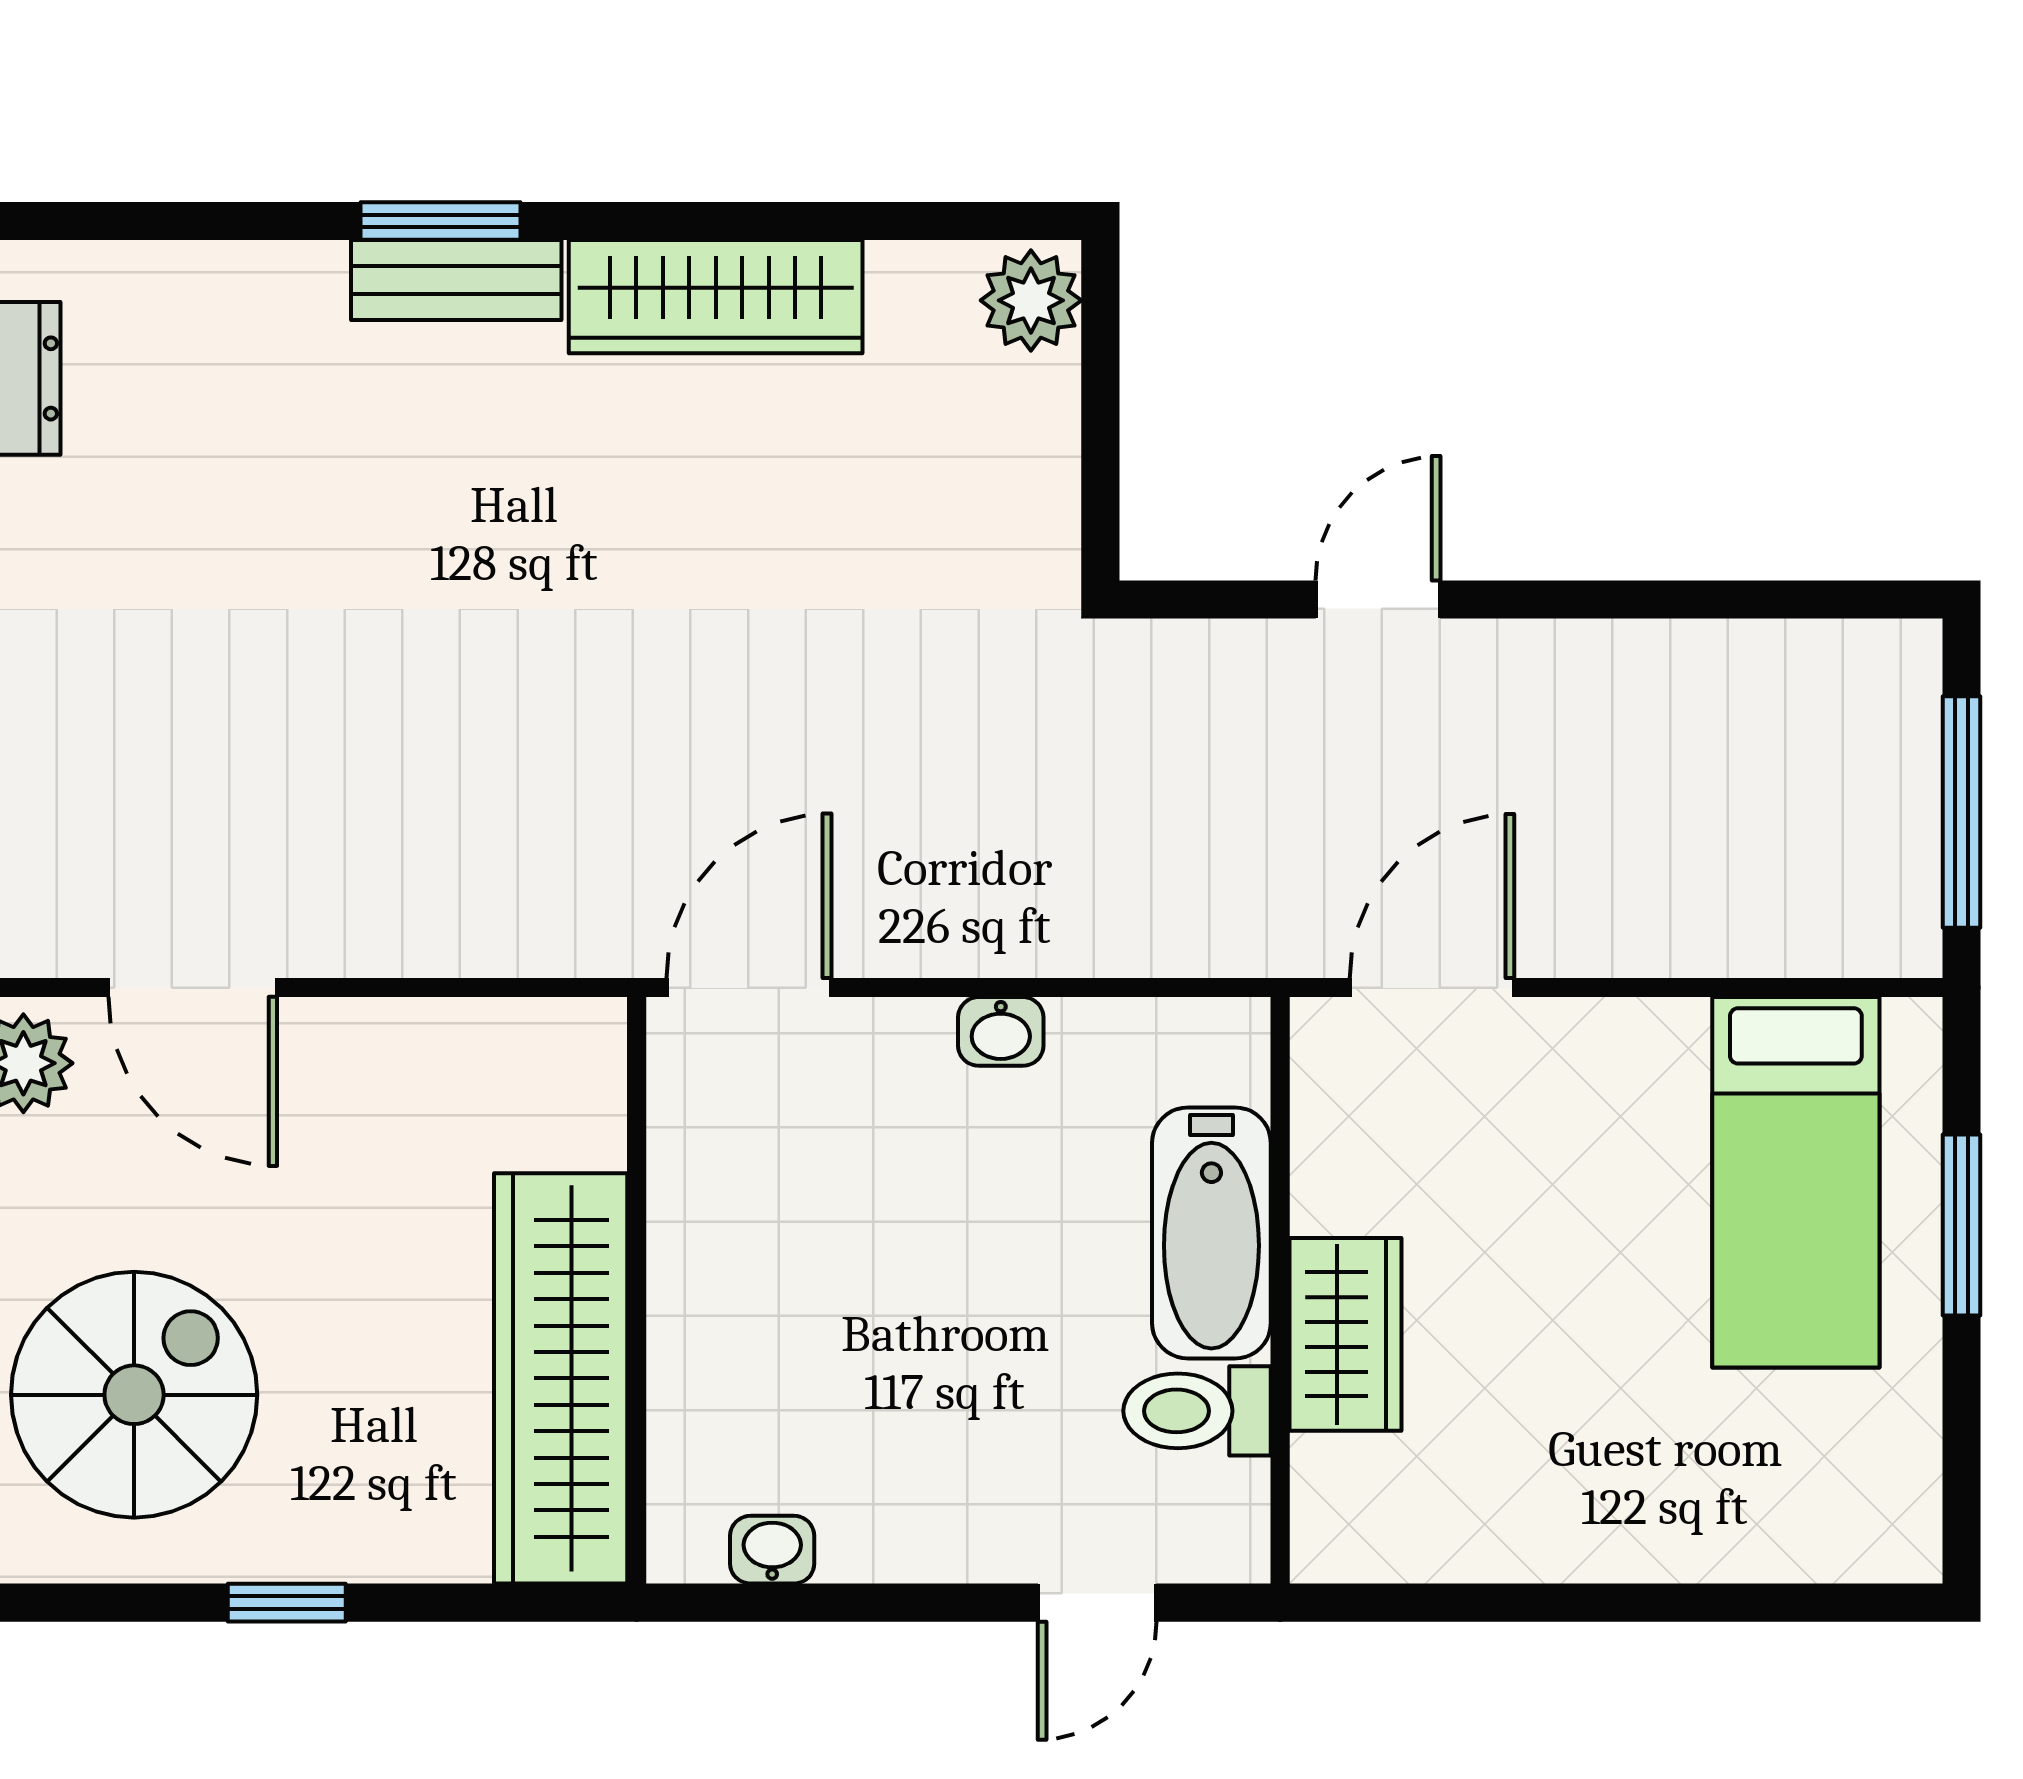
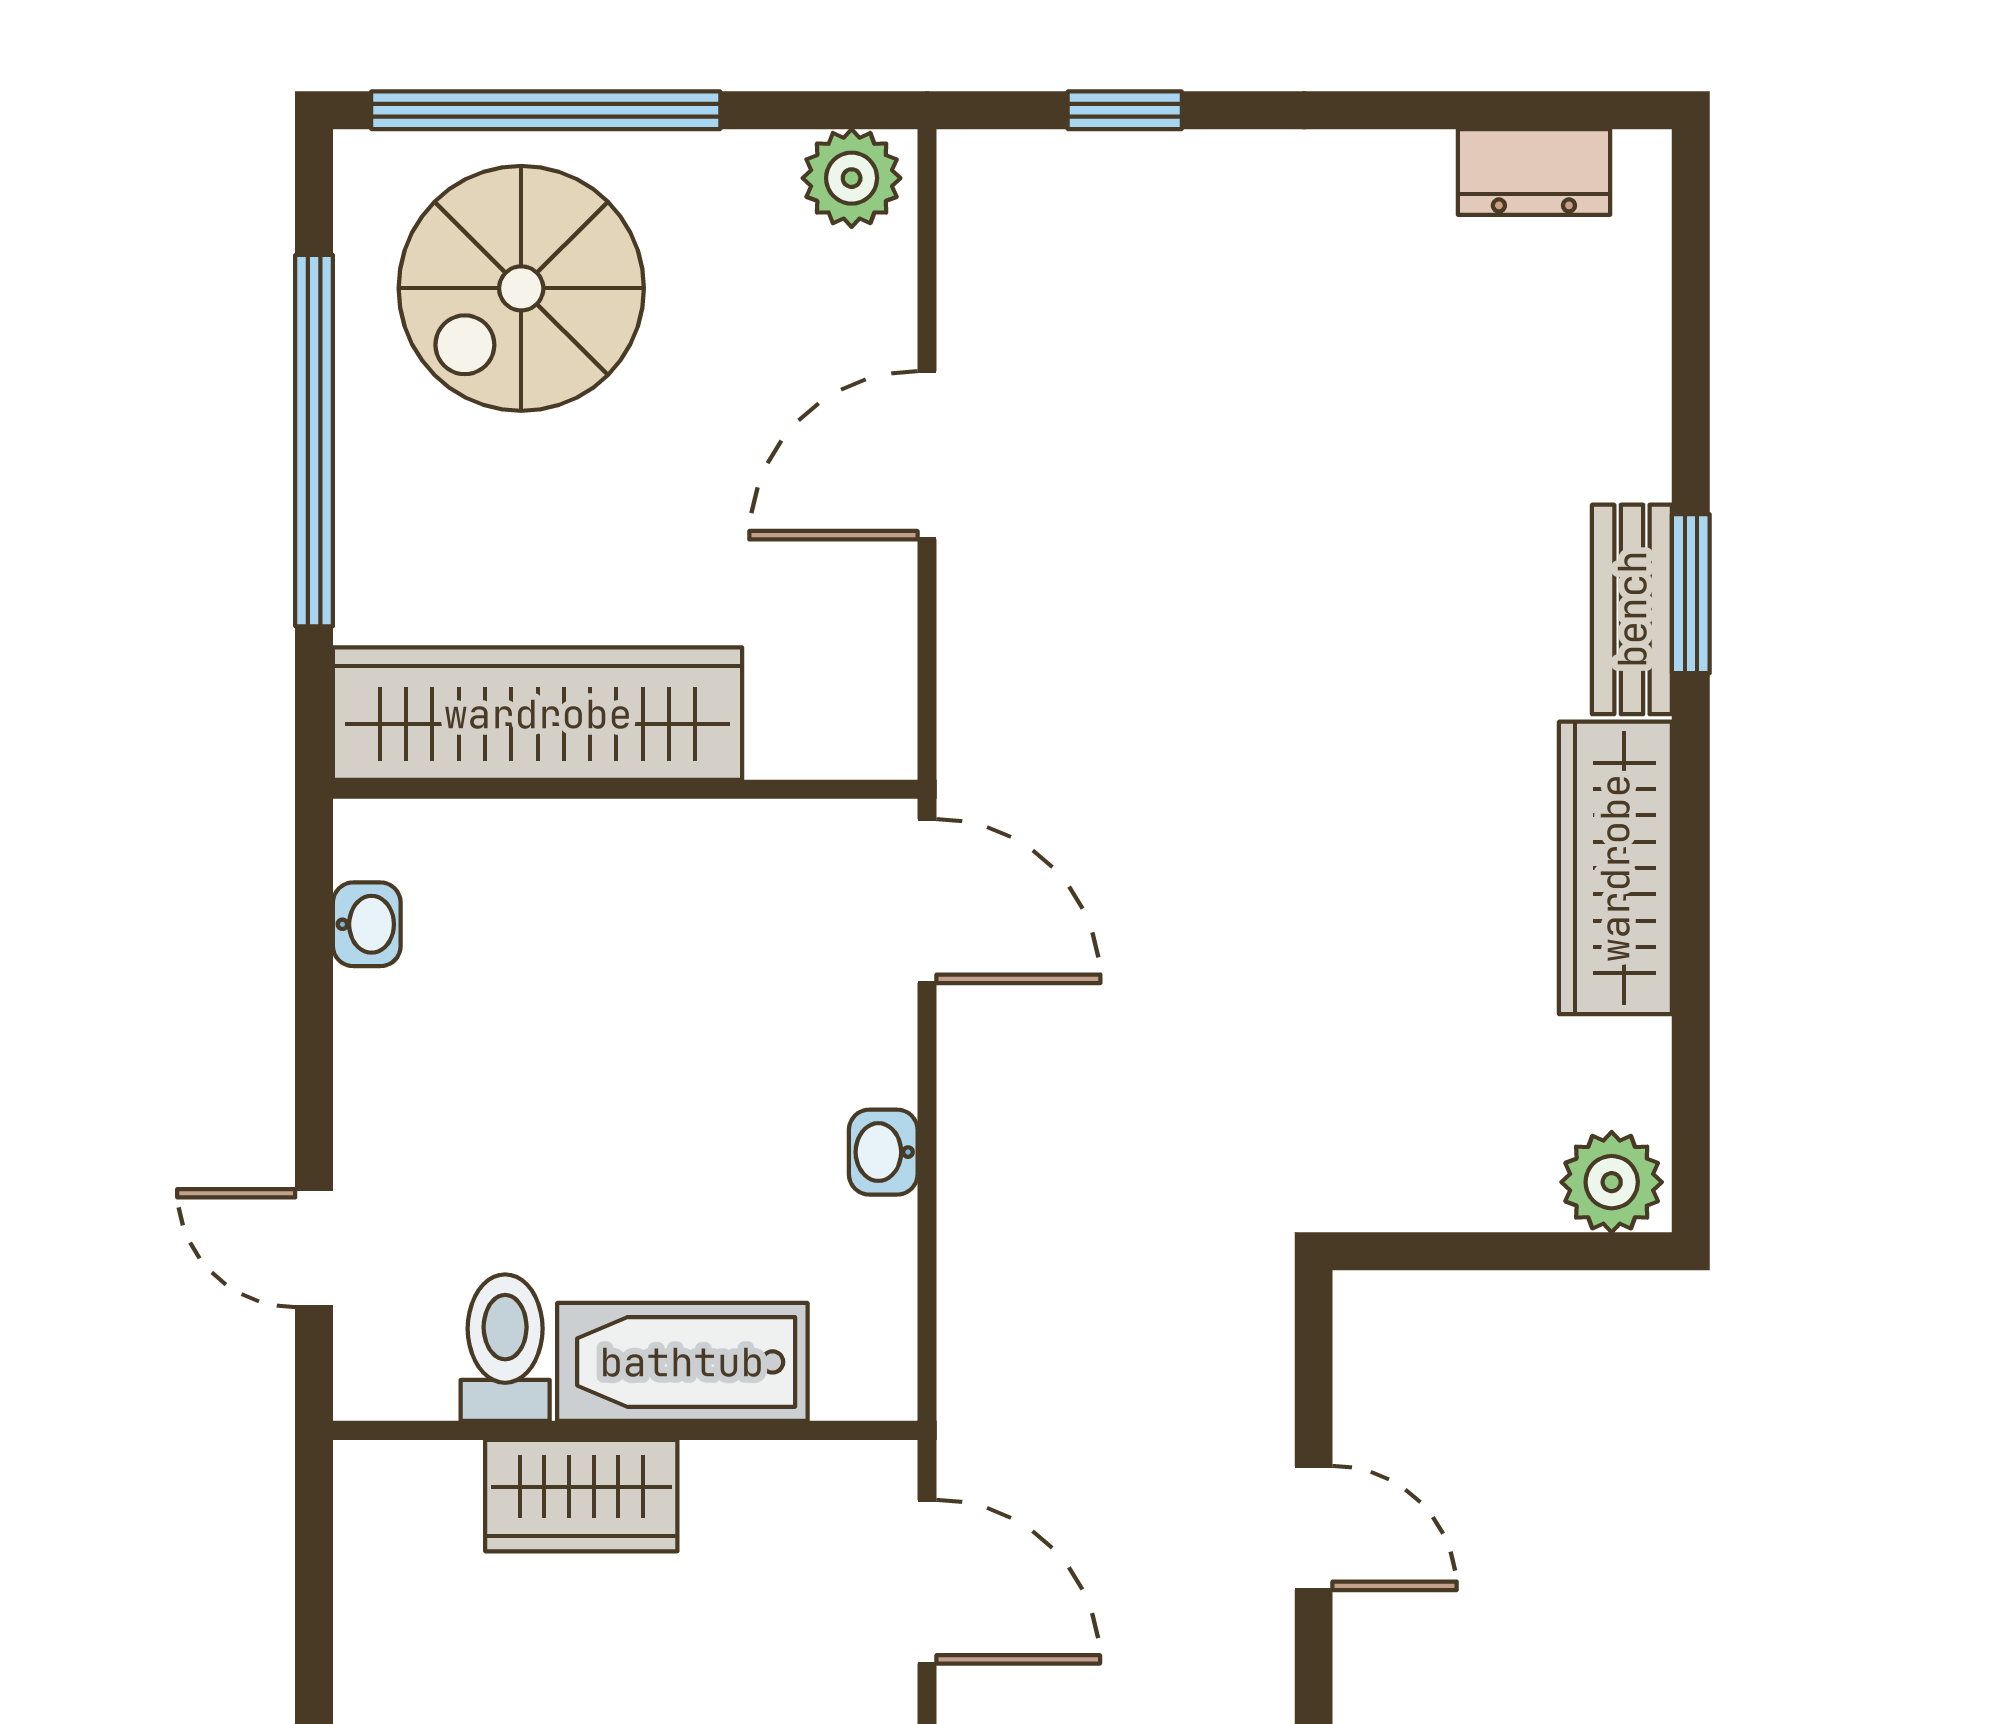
door: (193, 988) -> (927, 455), moved
spiral stairs: (134, 1395) -> (521, 288), turned 90
window: (287, 1603) -> (314, 441), width x3.17

